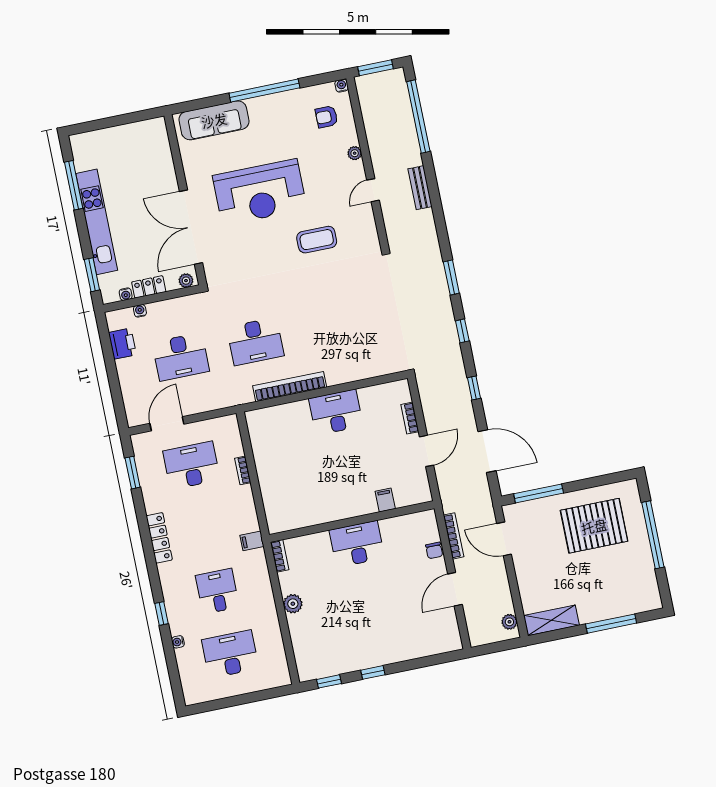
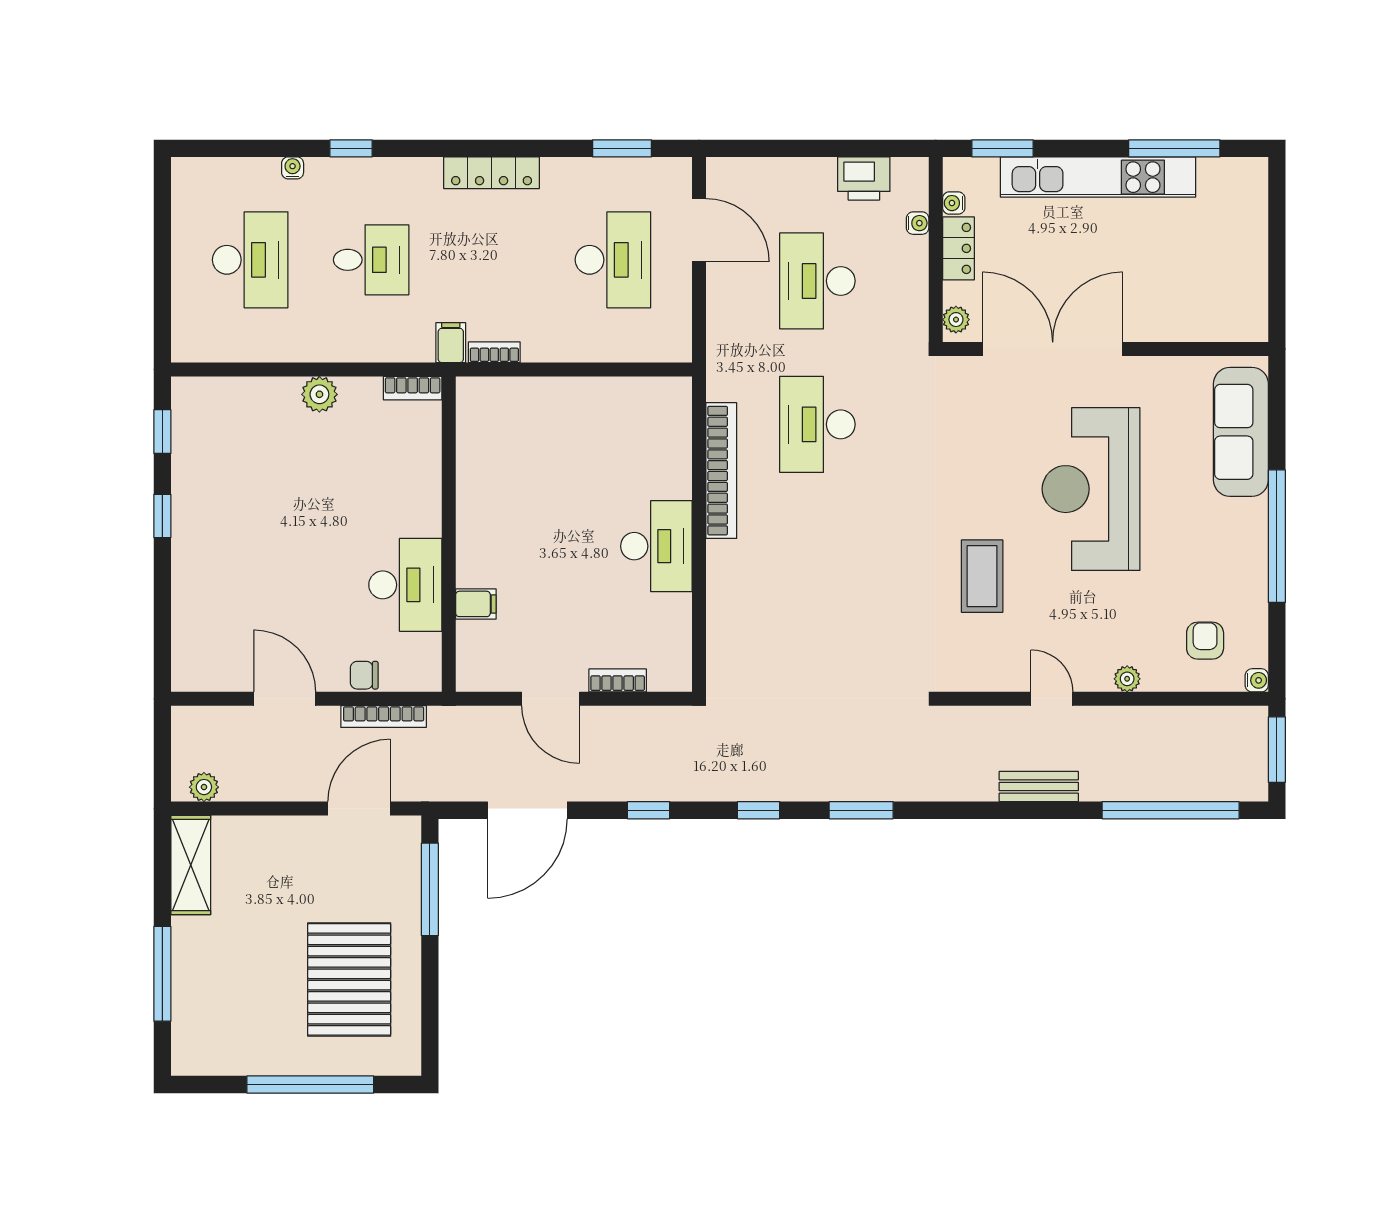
bookcase: (243, 470) -> (494, 352), moved
desk: (357, 544) -> (405, 585), moved

